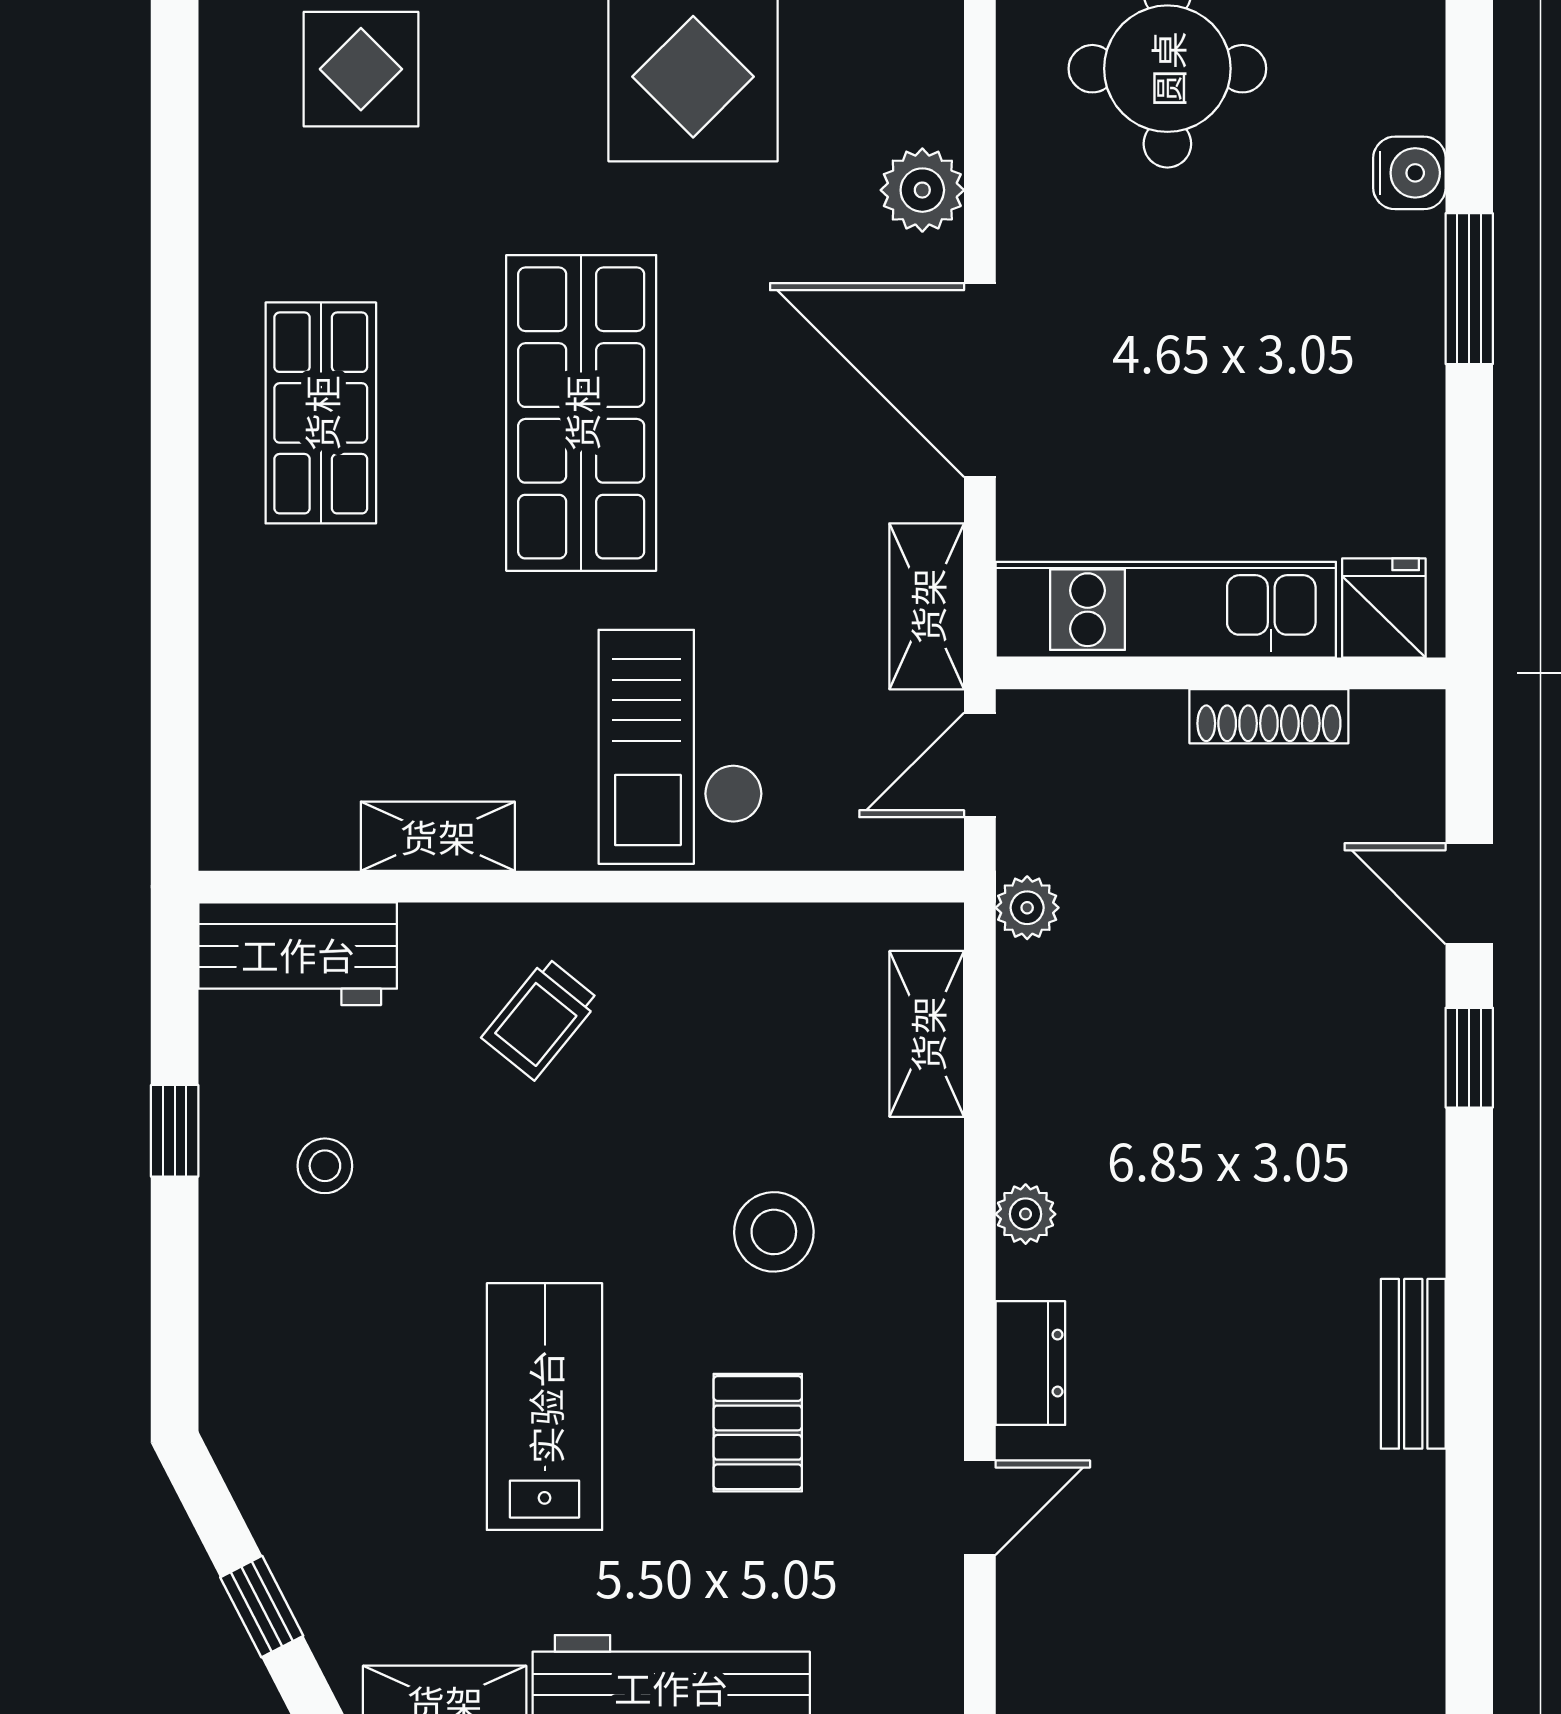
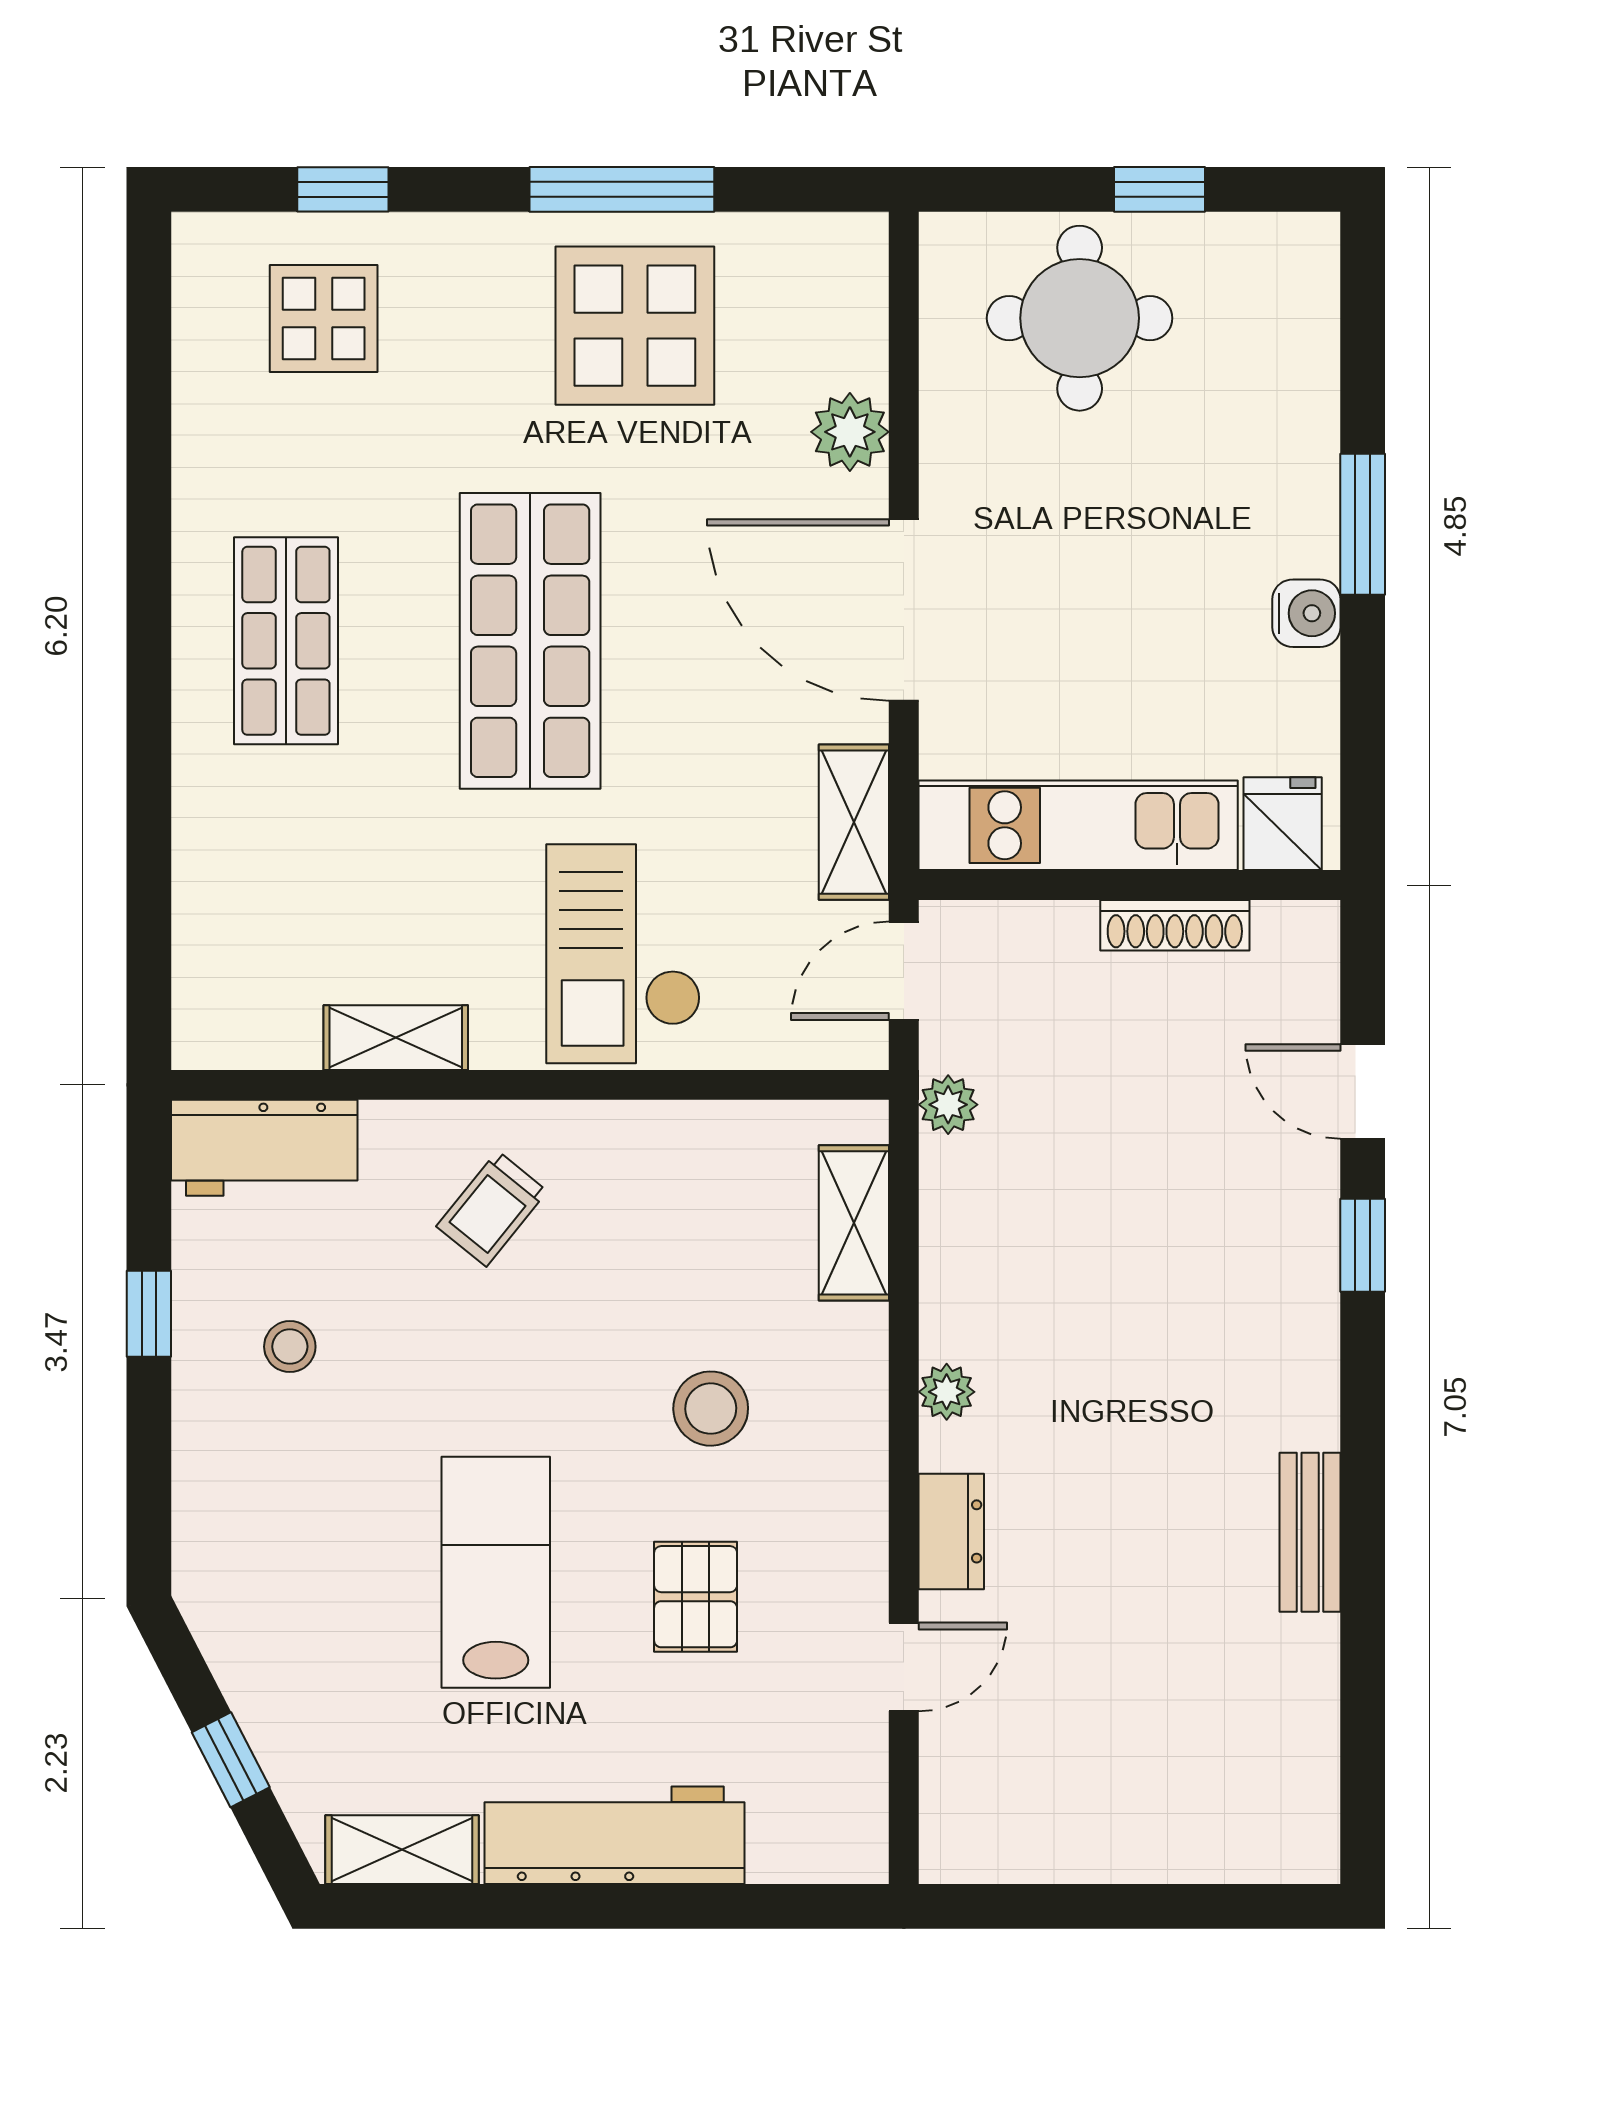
water cooler: (1409, 173) -> (1306, 613), moved

